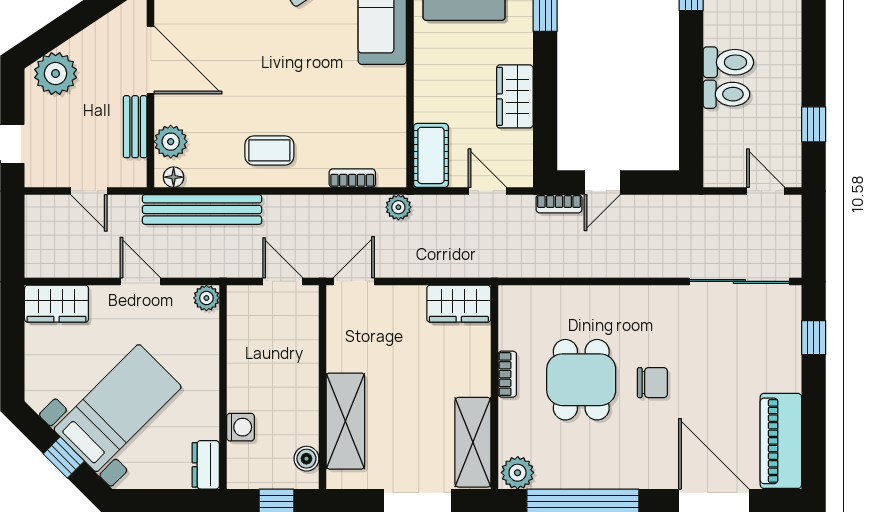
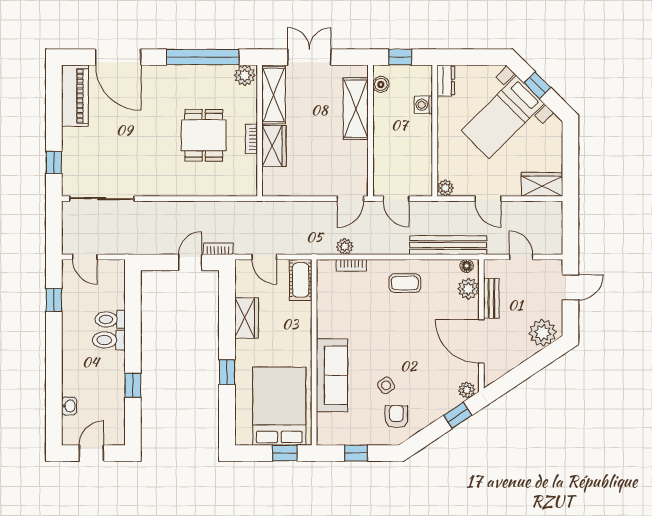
plant: (398, 207) -> (345, 247), moved
wardrobe: (459, 304) -> (274, 146), moved, turned 90
chair: (652, 383) -> (158, 133), removed

